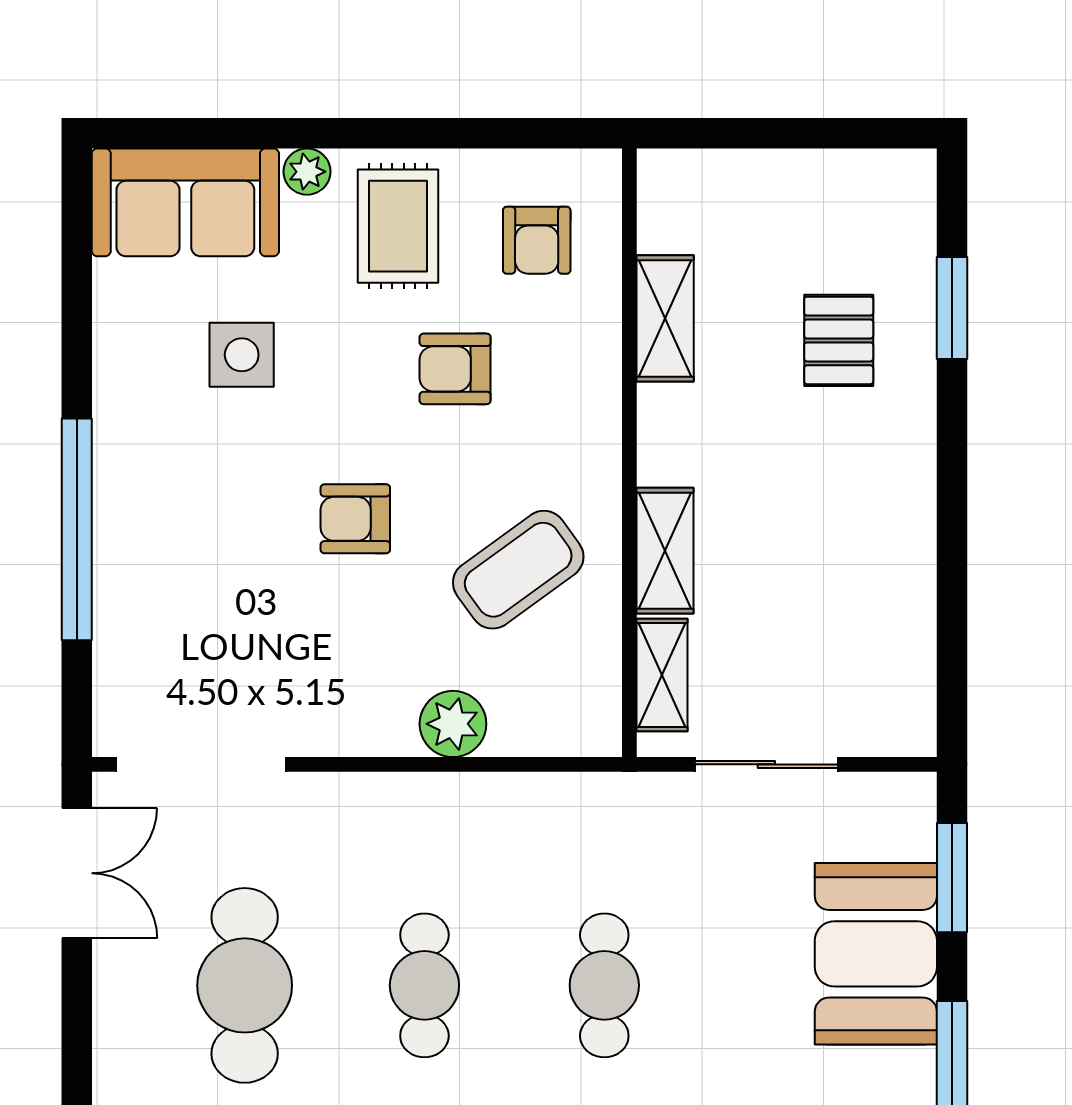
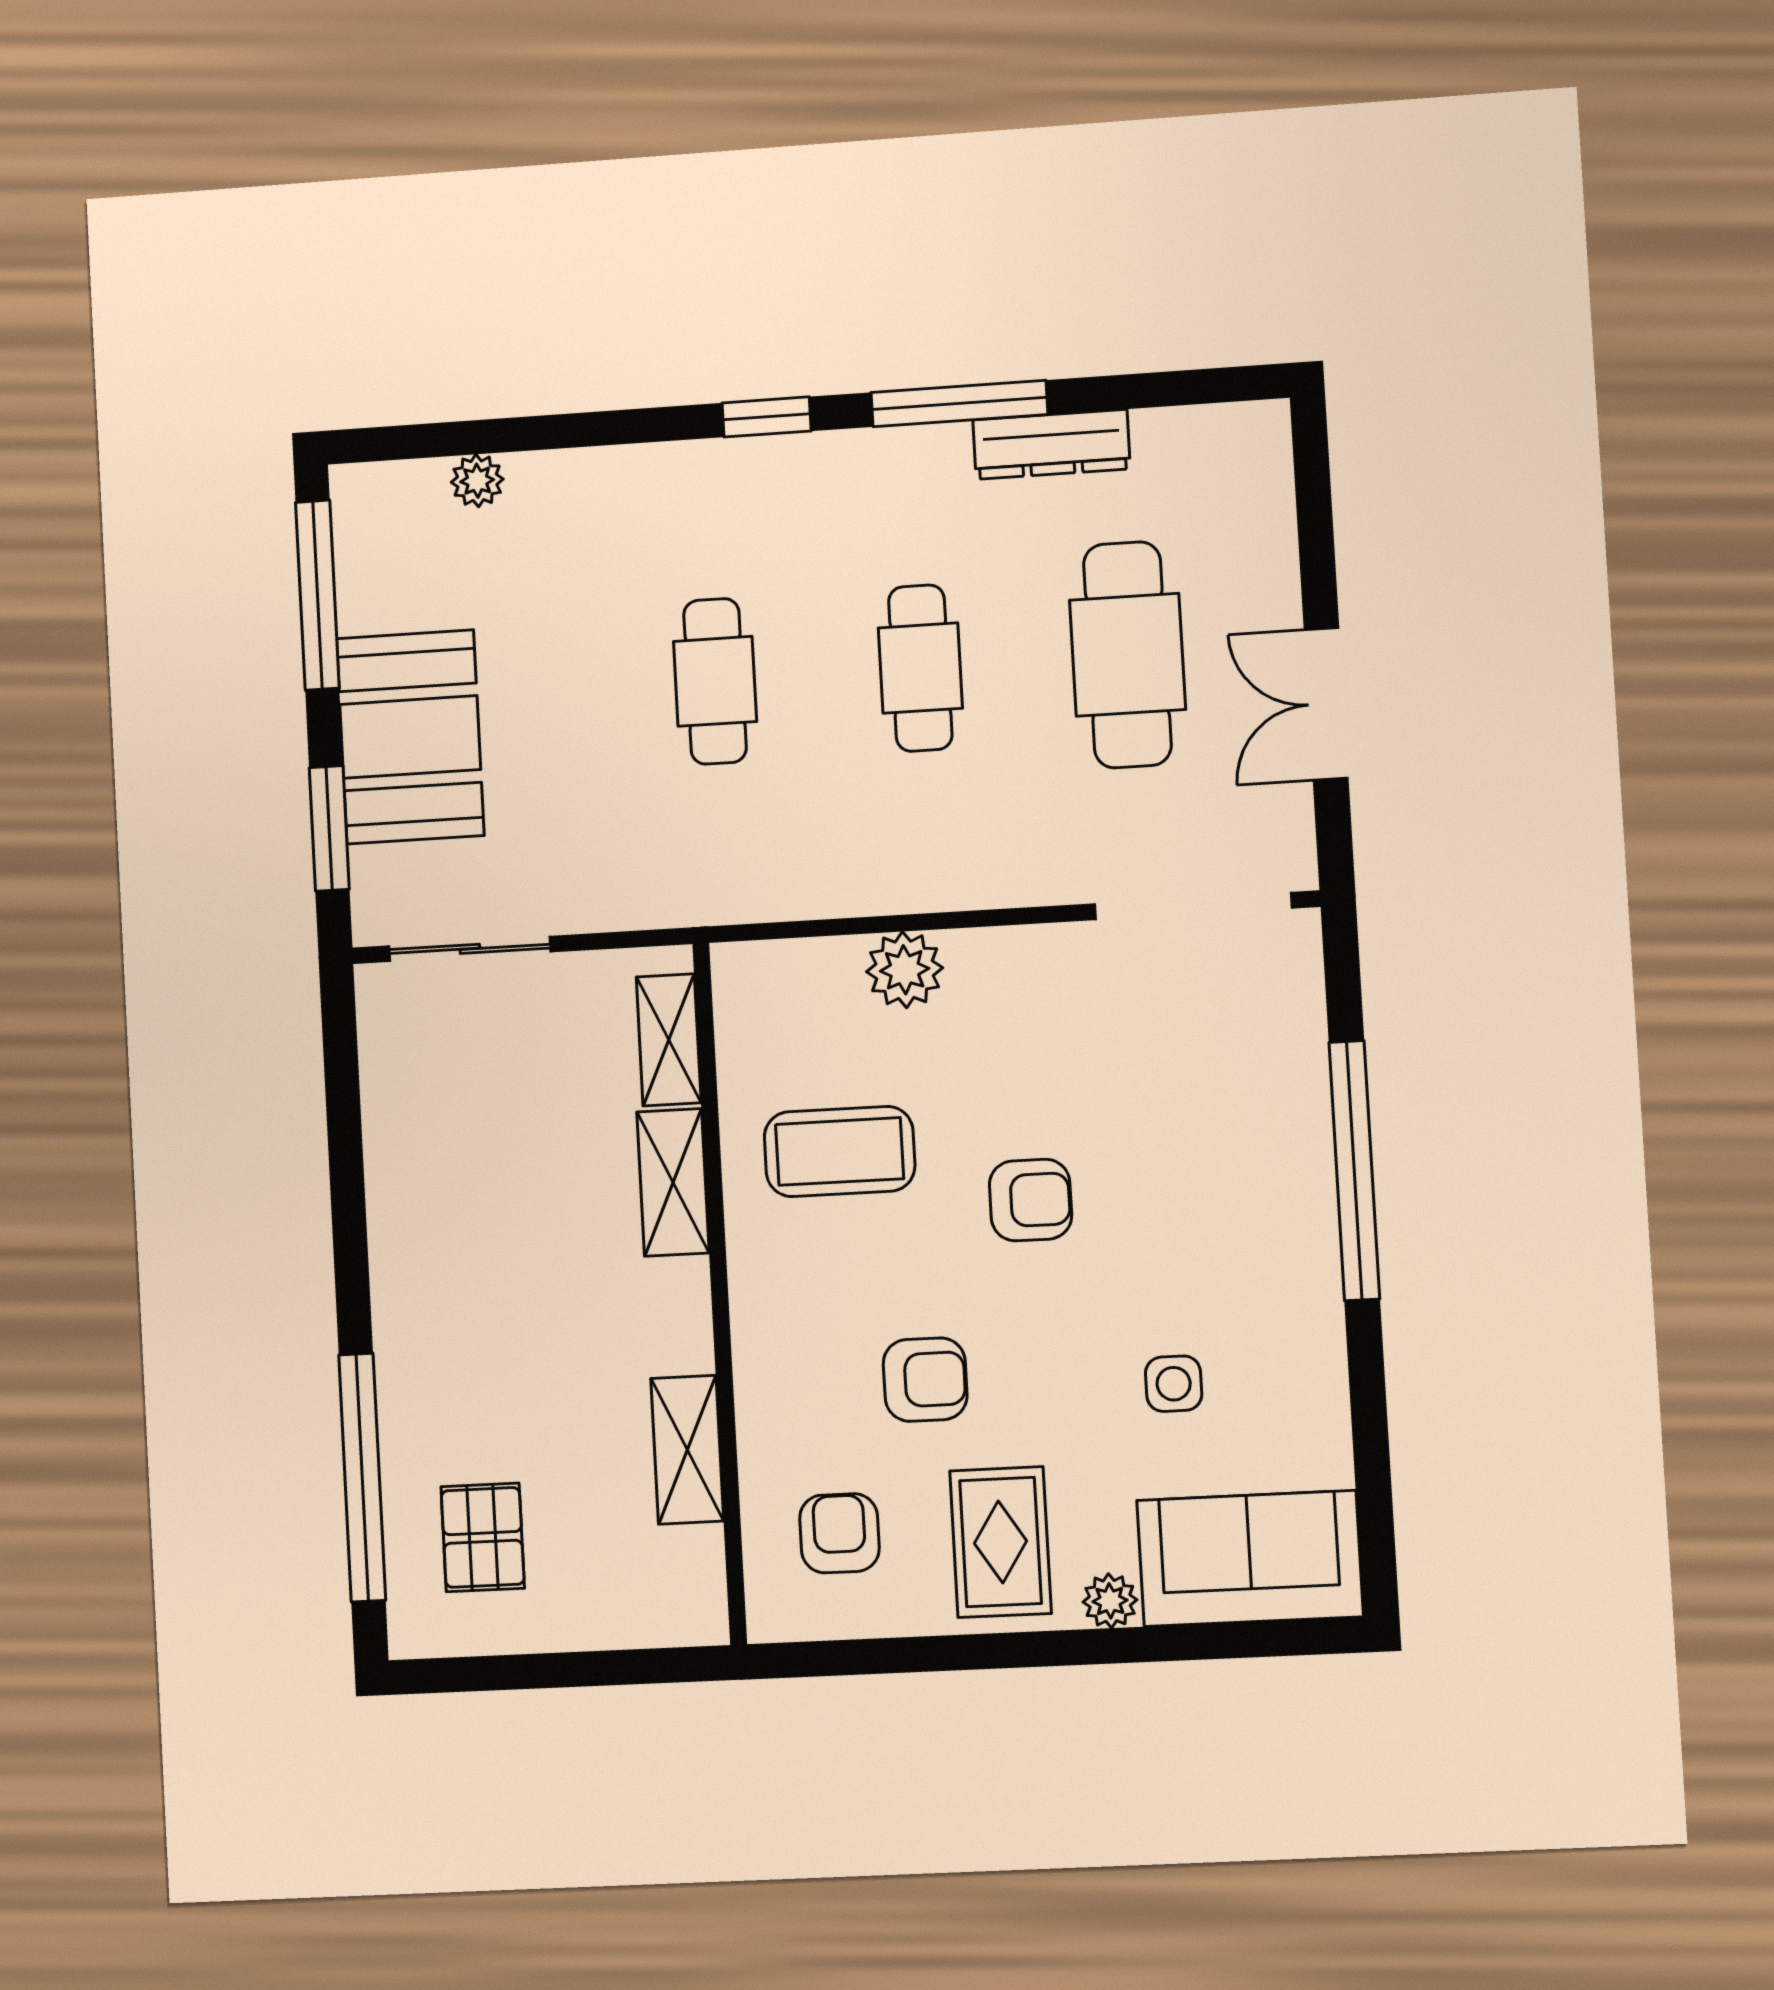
window: (952, 308) -> (362, 1477), width x2.11
pallet: (839, 340) -> (483, 1537), moved
side table: (242, 355) -> (1174, 1384), width x0.73, depth x0.73
coffee table: (518, 570) -> (840, 1151), turned 36
sliding door: (766, 764) -> (470, 949), moved
double door: (77, 873) -> (1326, 704), moved

